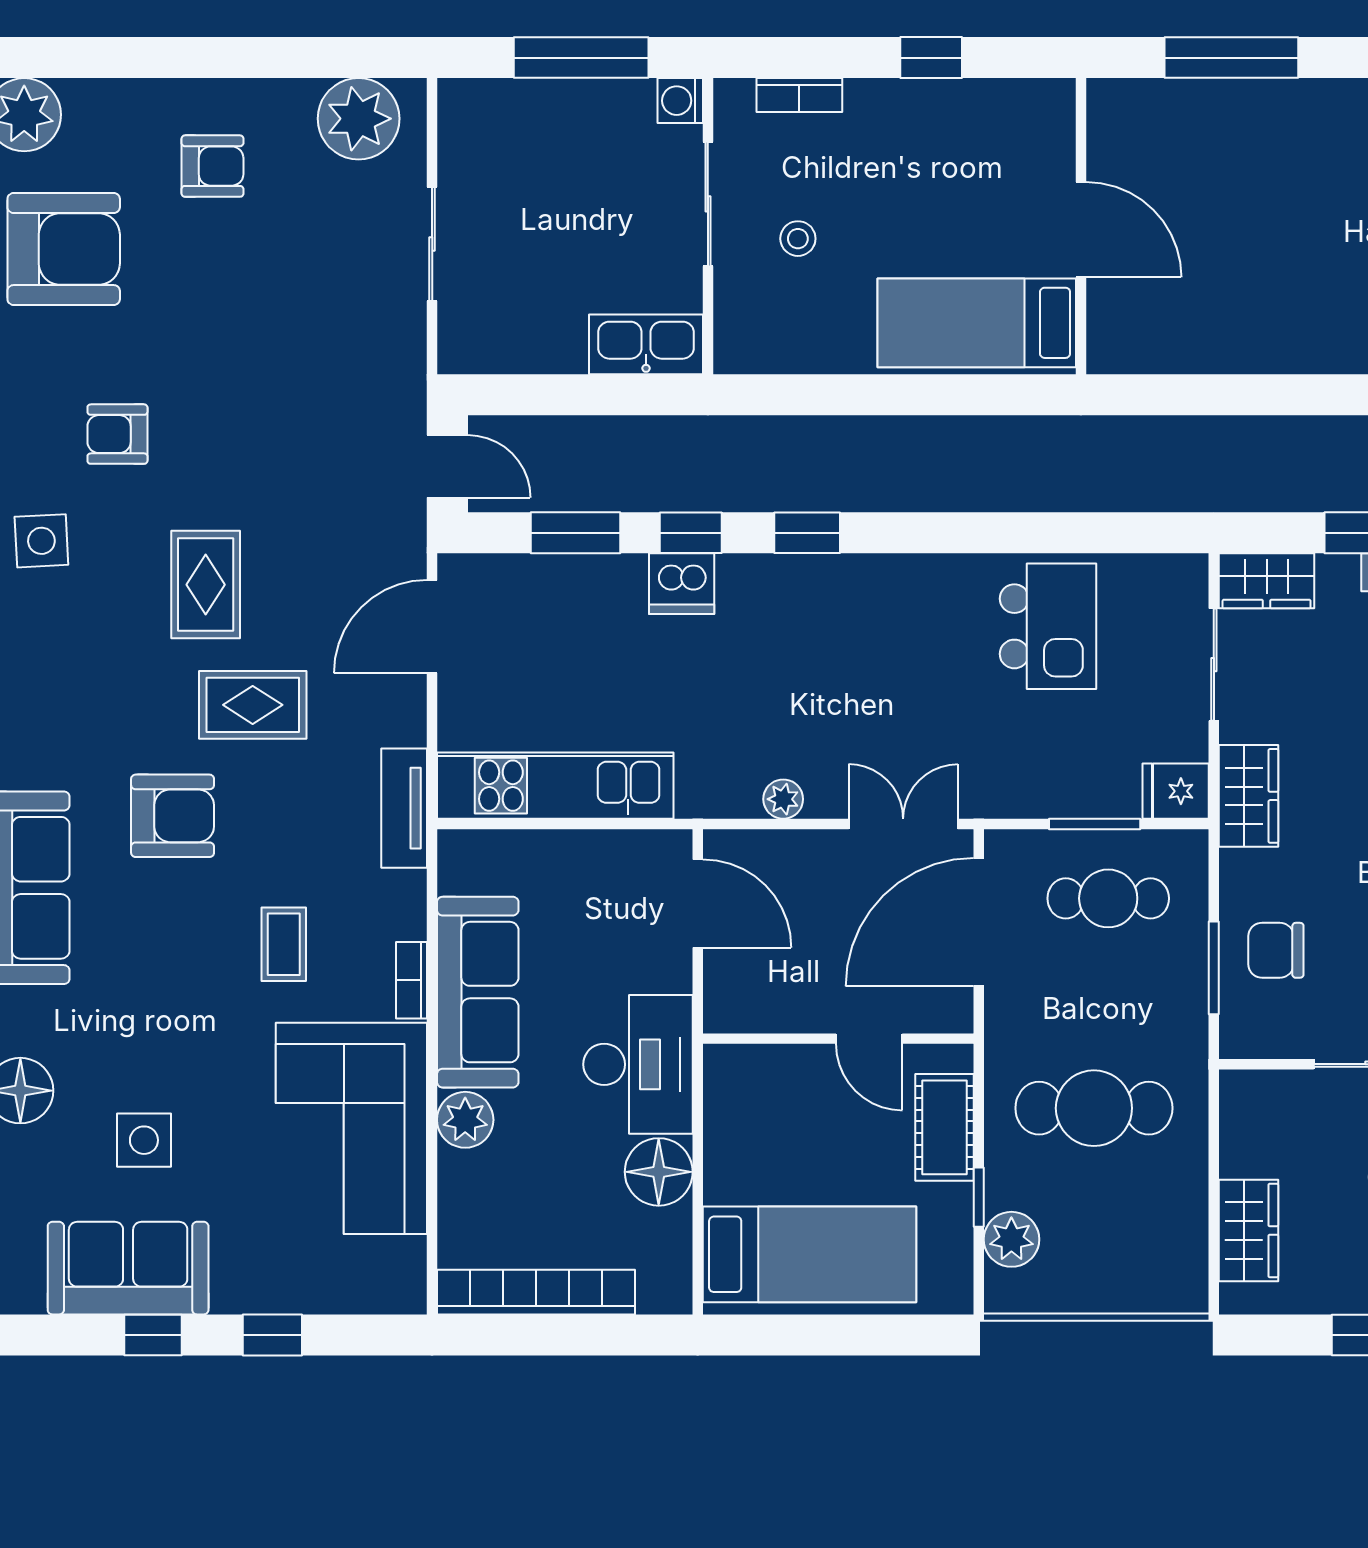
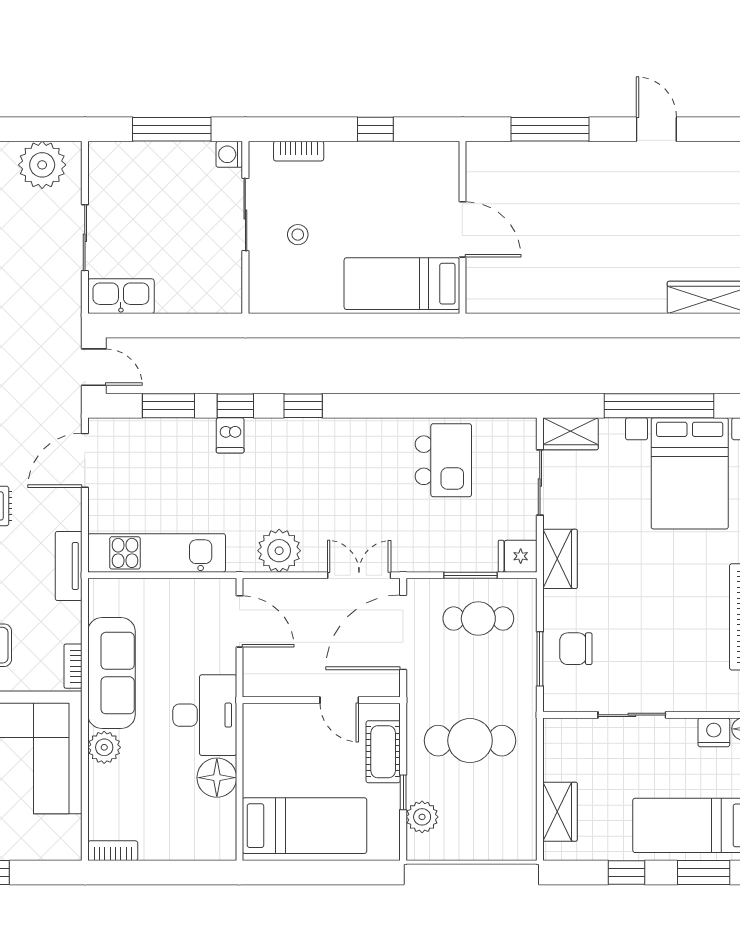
kitchen sink: (646, 344) -> (121, 296), moved
dishwasher: (682, 584) -> (230, 435), width x0.73
plant: (783, 799) -> (279, 551), width x1.87, depth x1.87
bookcase: (536, 1292) -> (113, 851), width x0.43, depth x0.76

